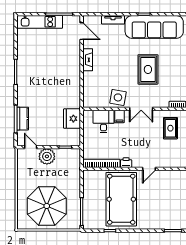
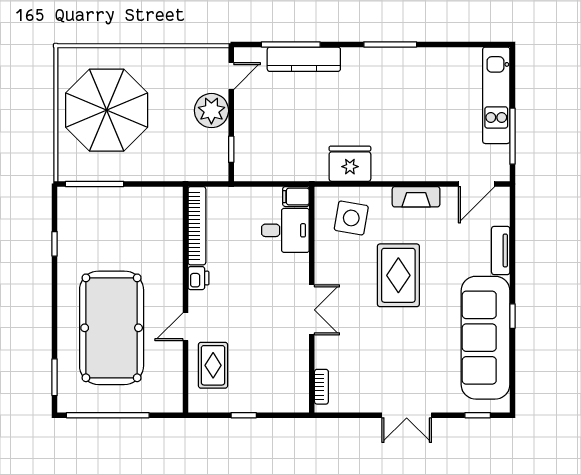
rug: (148, 69) -> (398, 275), moved, turned 90
side table: (118, 97) -> (351, 218), moved
double door: (141, 109) -> (312, 310), swing flipped
filing cabinet: (119, 116) -> (296, 197), moved
kitchen counter: (23, 119) -> (304, 59), width x1.50
fridge: (72, 119) -> (350, 164), moved
rug: (170, 128) -> (213, 365), moved, turned 90
door: (149, 169) -> (185, 327), hinge flipped
pool table: (121, 199) -> (112, 328), moved, turned 90

